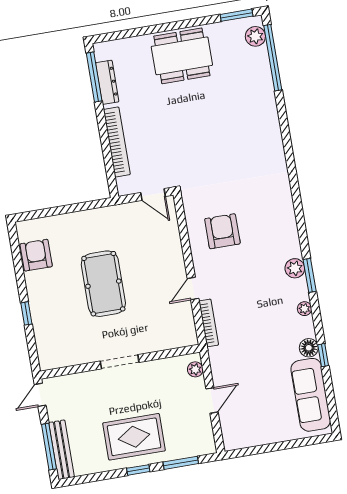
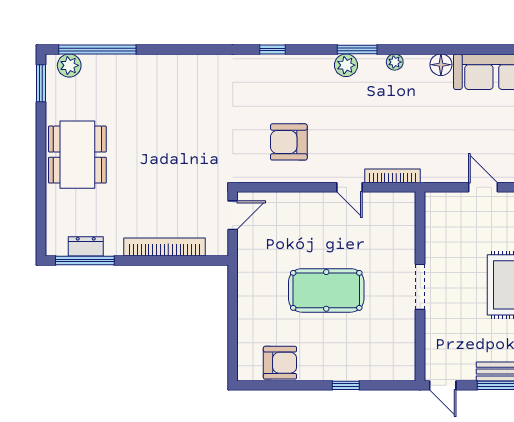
dresser: (107, 82) -> (86, 246), width x0.70
armchair: (36, 255) -> (280, 363), turned 180
window: (323, 355) -> (273, 49), moved
plant: (195, 369) -> (444, 201), removed

